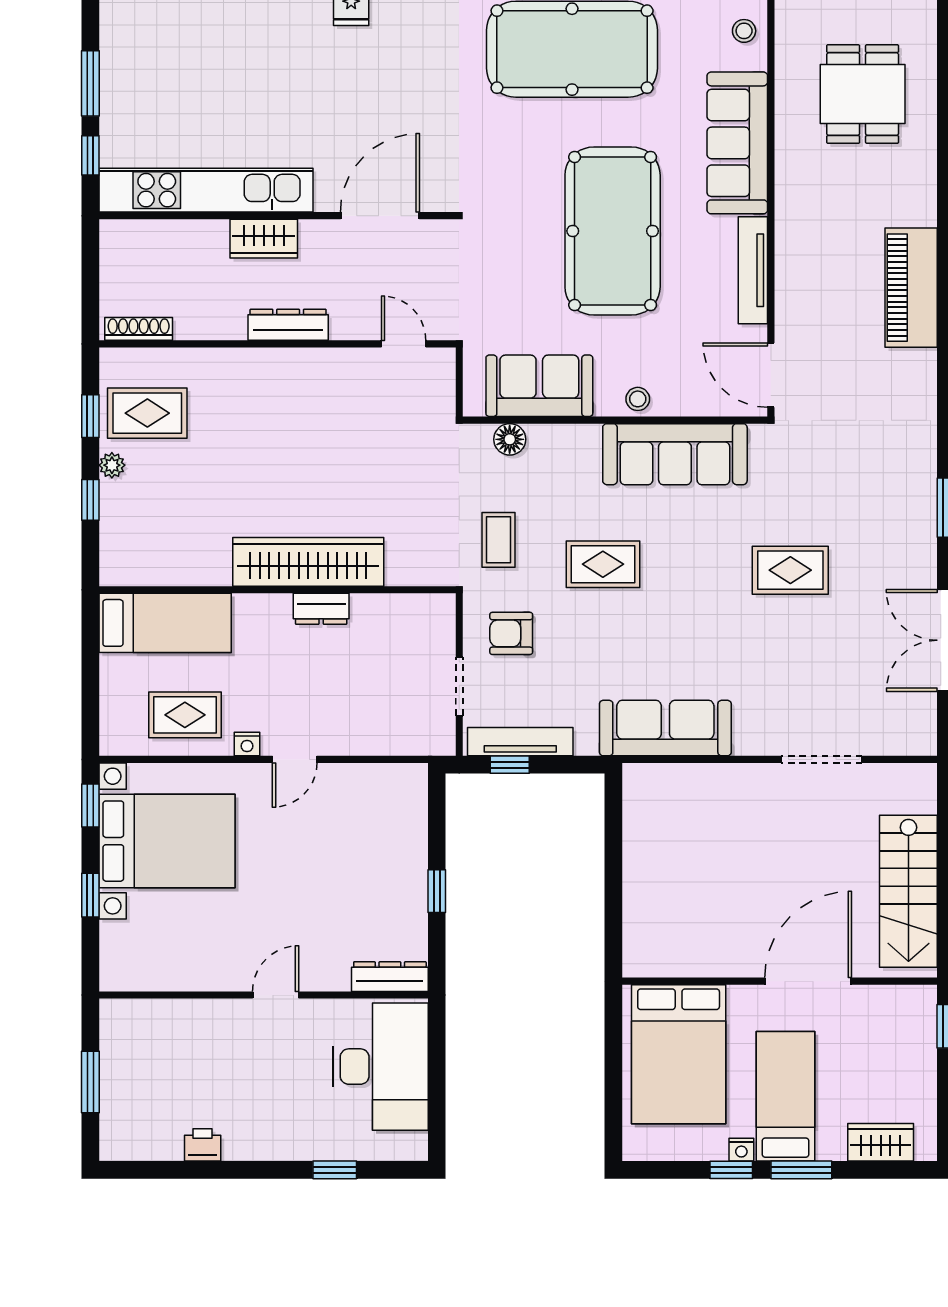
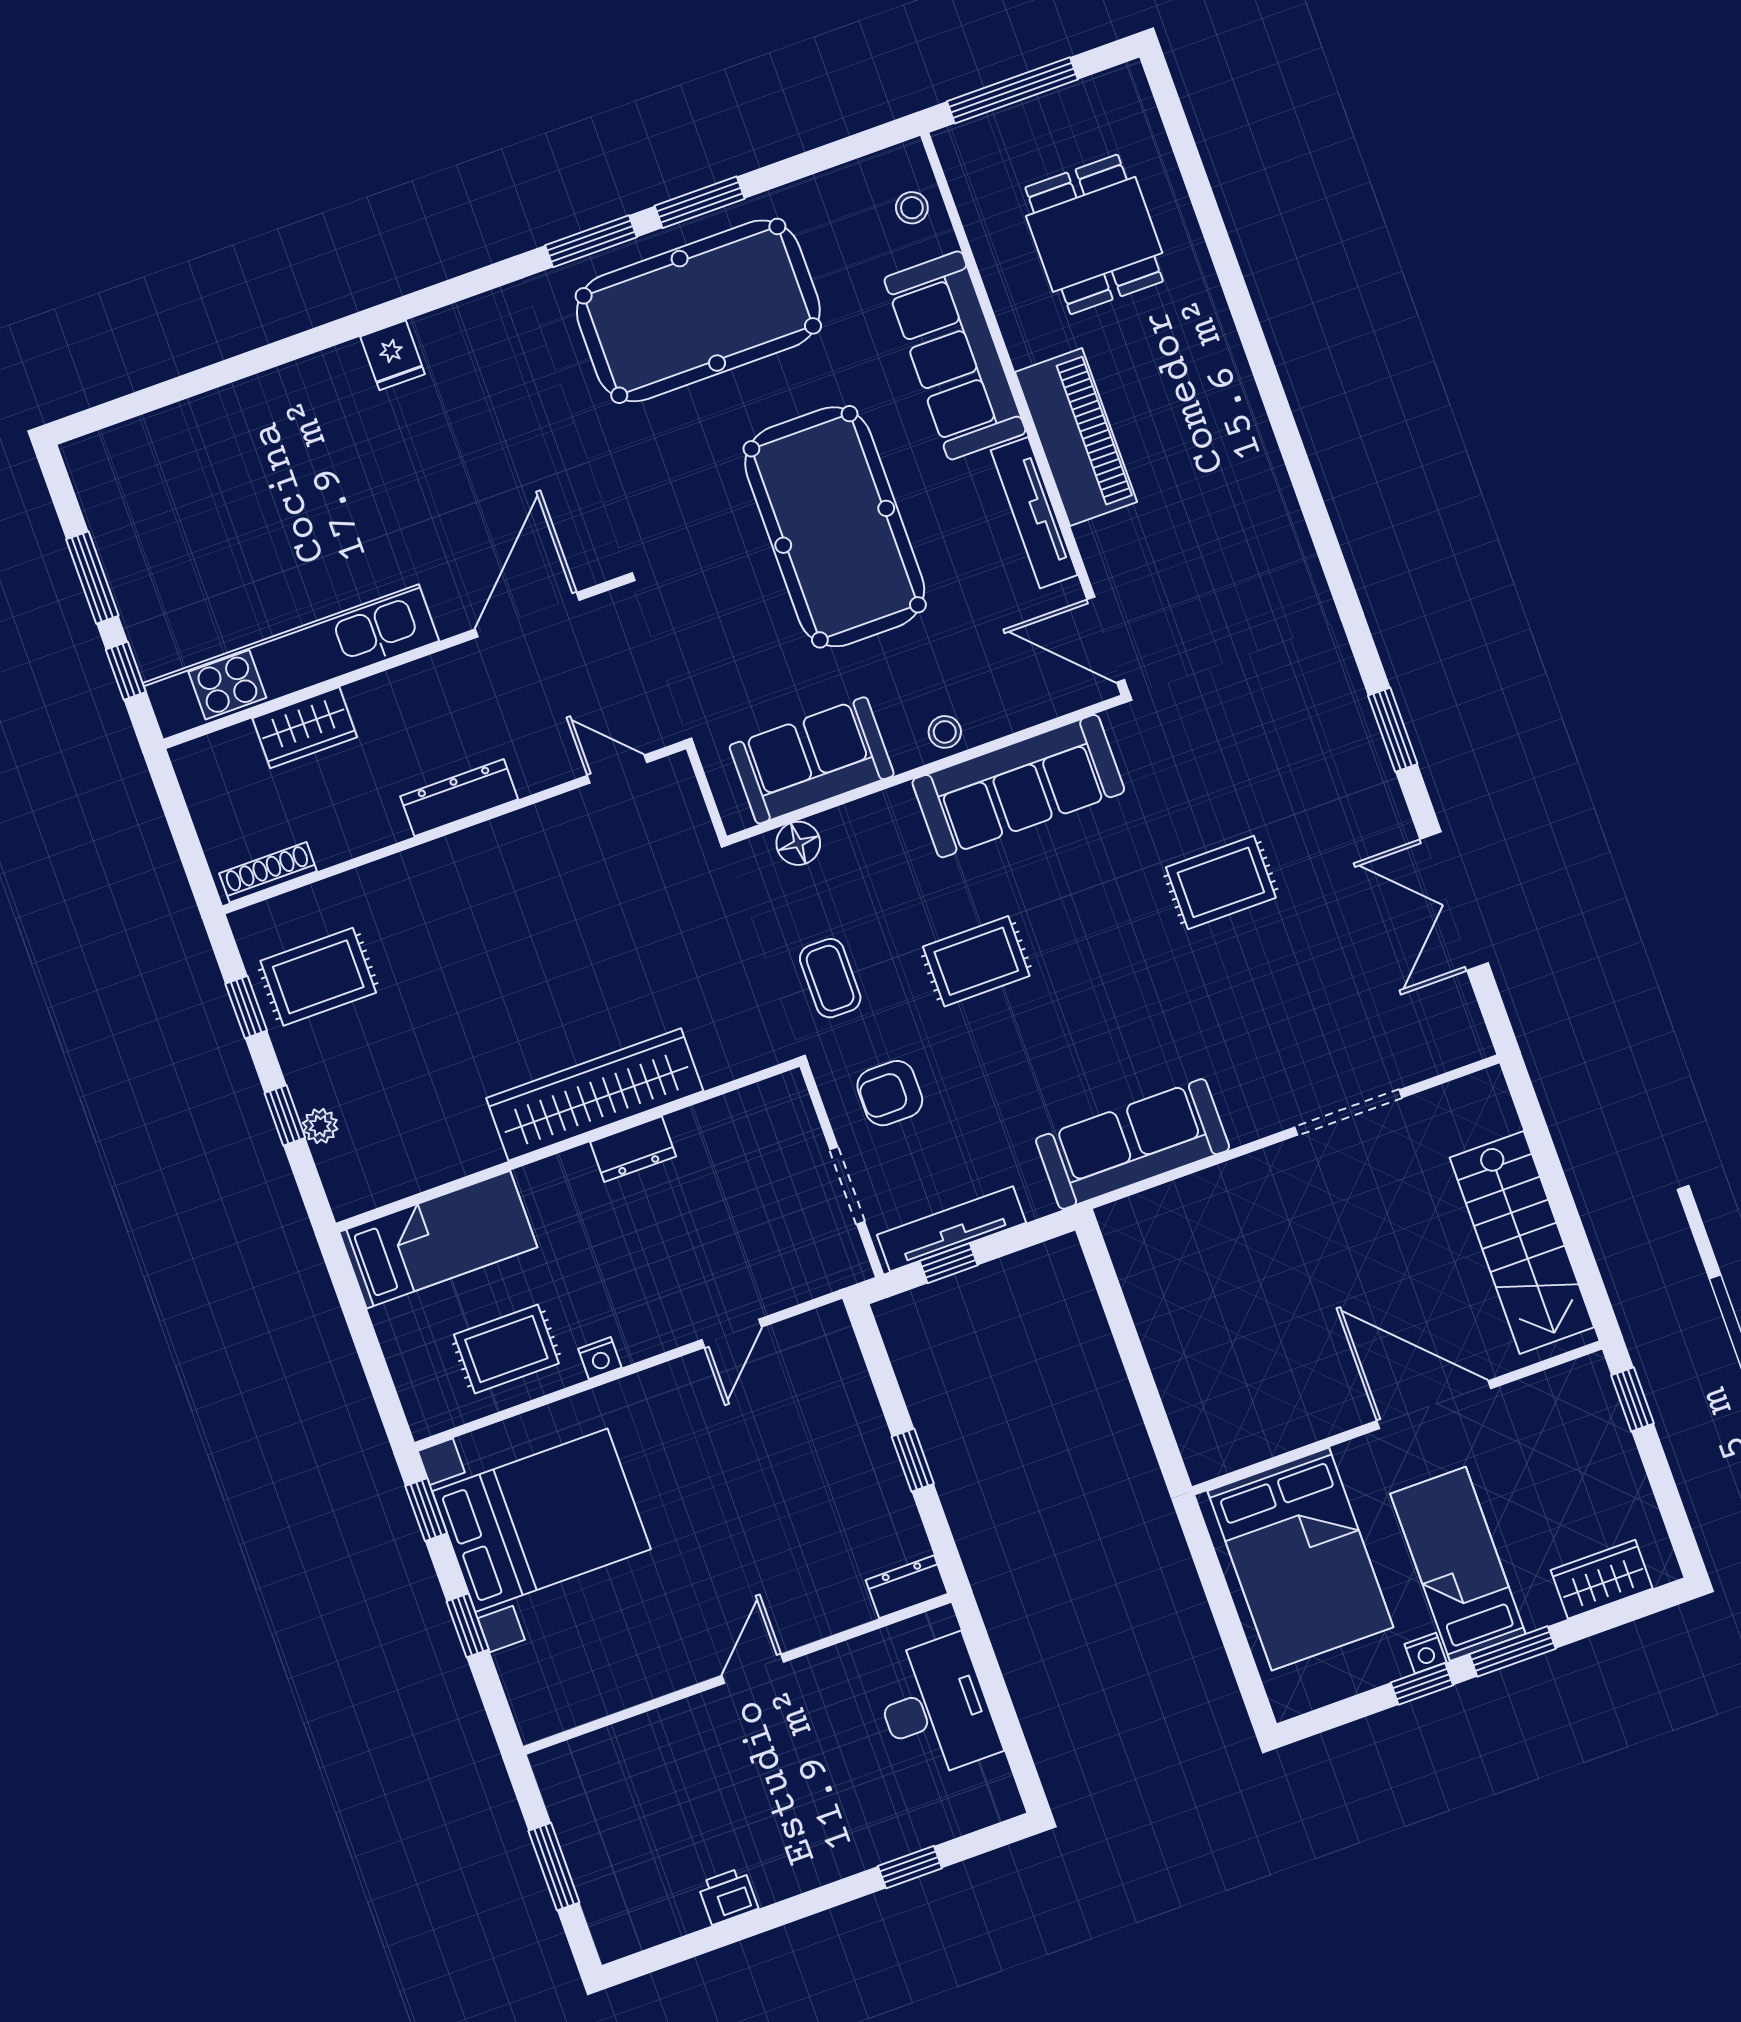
wardrobe: (264, 239) -> (305, 728), moved
piano: (911, 288) -> (1076, 437), moved, turned 180
plant: (112, 465) -> (320, 1126), moved
door: (295, 759) -> (732, 1333), moved
dresser: (390, 977) -> (907, 1587), width x0.70
door: (808, 981) -> (1434, 1405), hinge flipped
desk: (380, 1067) -> (935, 1708), width x0.73, depth x0.77

